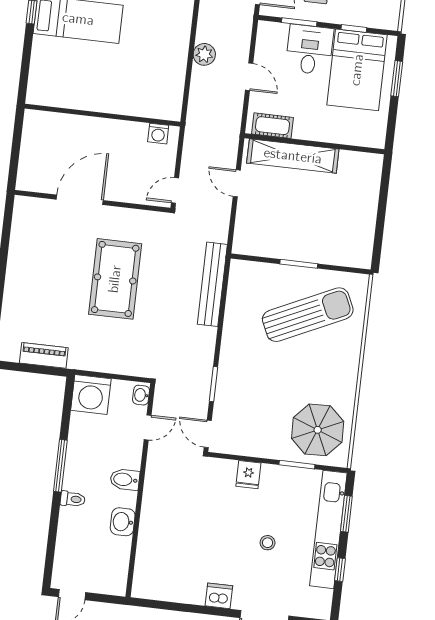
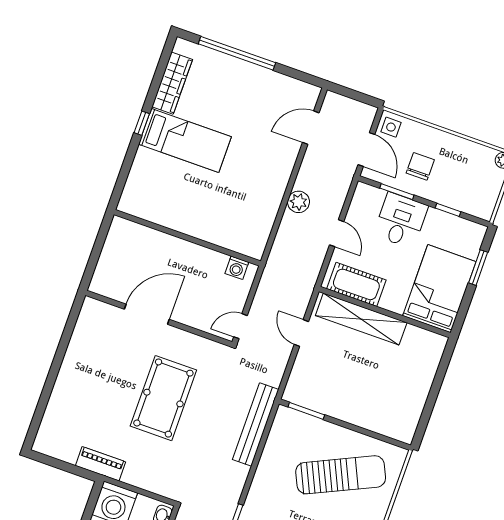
bed: (357, 70) -> (439, 289), moved, turned 180
cot: (273, 126) -> (356, 284), width x1.37, depth x1.34
window: (299, 264) -> (306, 411), moved
piano: (44, 355) -> (101, 464), moved

